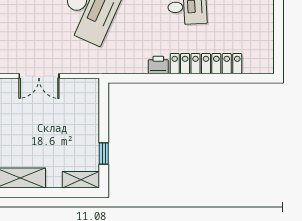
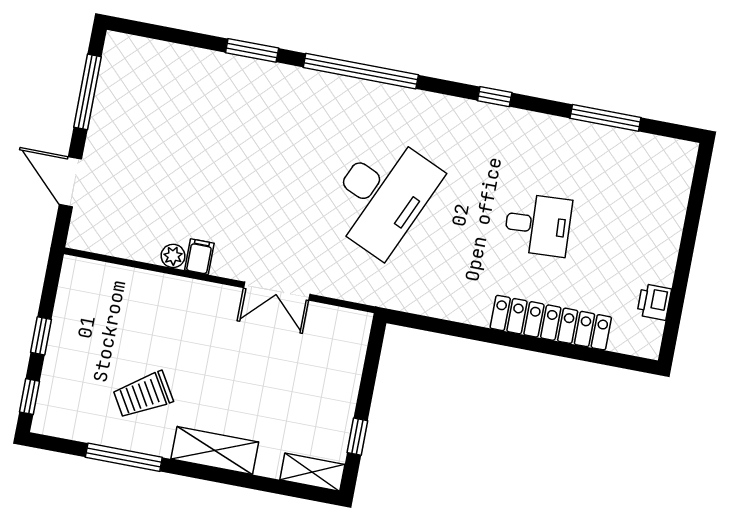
printer: (158, 65) -> (654, 302), moved, turned -90

